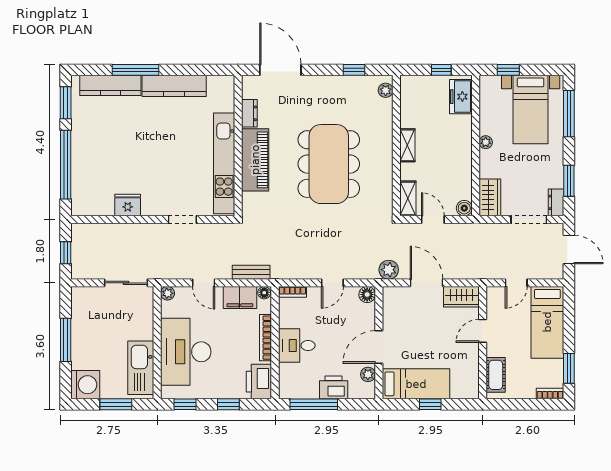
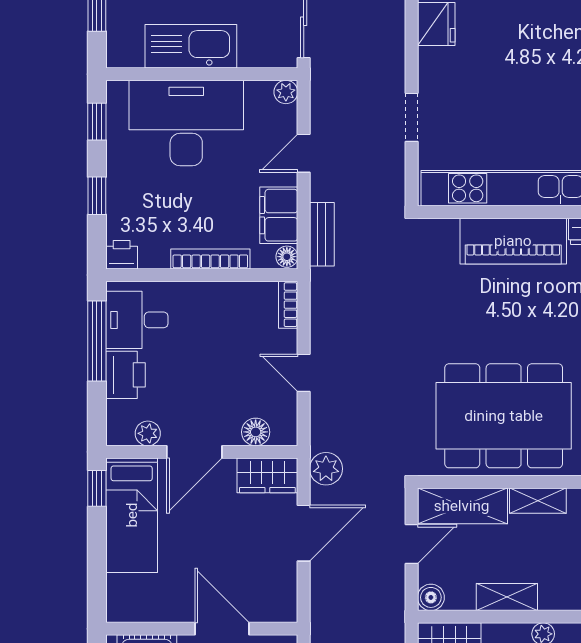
dining table: (329, 164) -> (504, 416), moved
shelving: (464, 164) -> (507, 597), added
shelving: (408, 198) -> (462, 506), width x1.50, depth x1.33
floor lamp: (367, 295) -> (256, 432), moved
wardrobe: (461, 297) -> (267, 475), moved, turned -90
door: (483, 331) -> (222, 629), width x1.38
desk: (297, 345) -> (137, 320), moved, turned -90
door: (379, 347) -> (194, 452), swing flipped
kitchen sink: (141, 368) -> (191, 46), moved
printer: (259, 382) -> (122, 255), width x0.53, depth x0.68
window: (430, 404) -> (97, 488), moved

